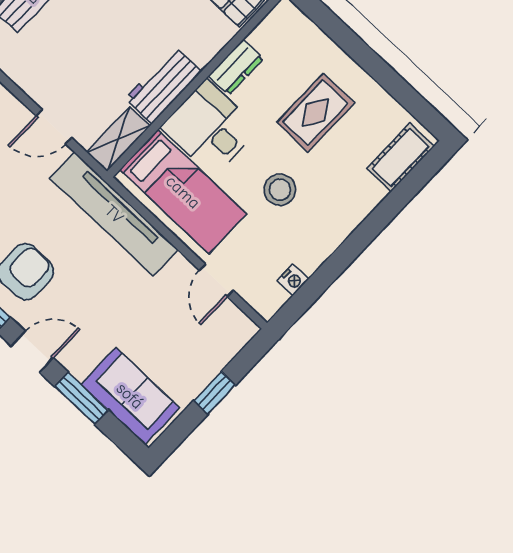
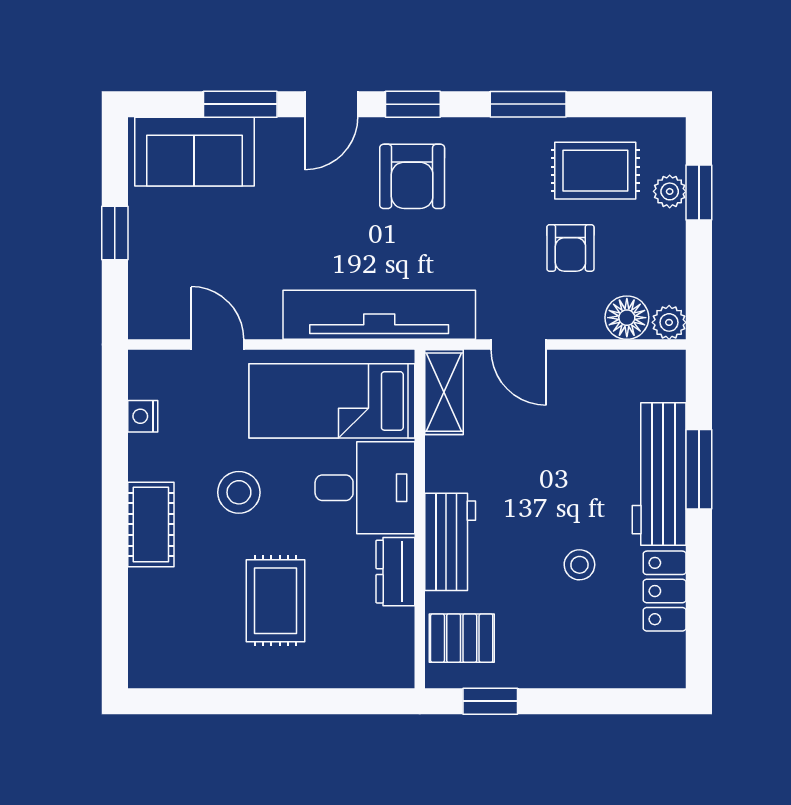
workbench: (163, 85) -> (450, 542), moved
door: (54, 127) -> (519, 345), swing flipped
cot: (400, 157) -> (151, 524), moved

